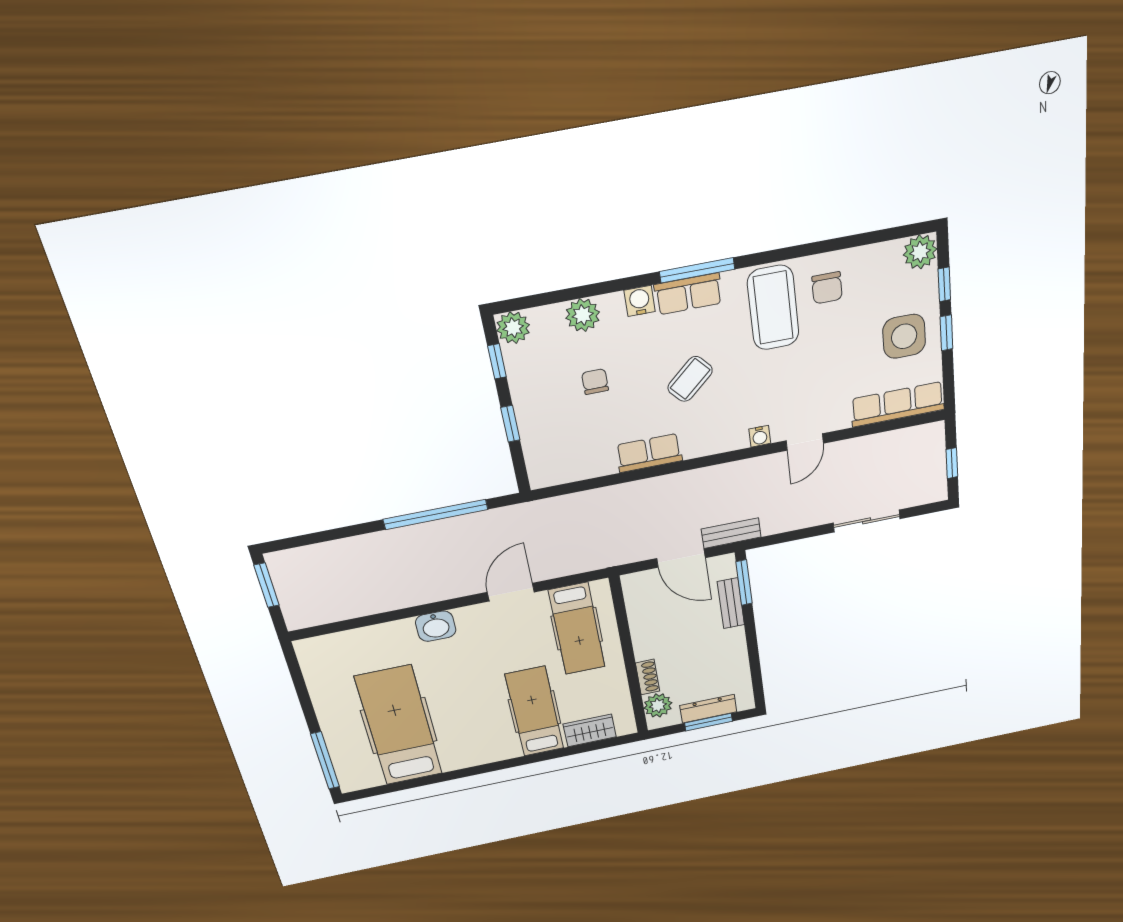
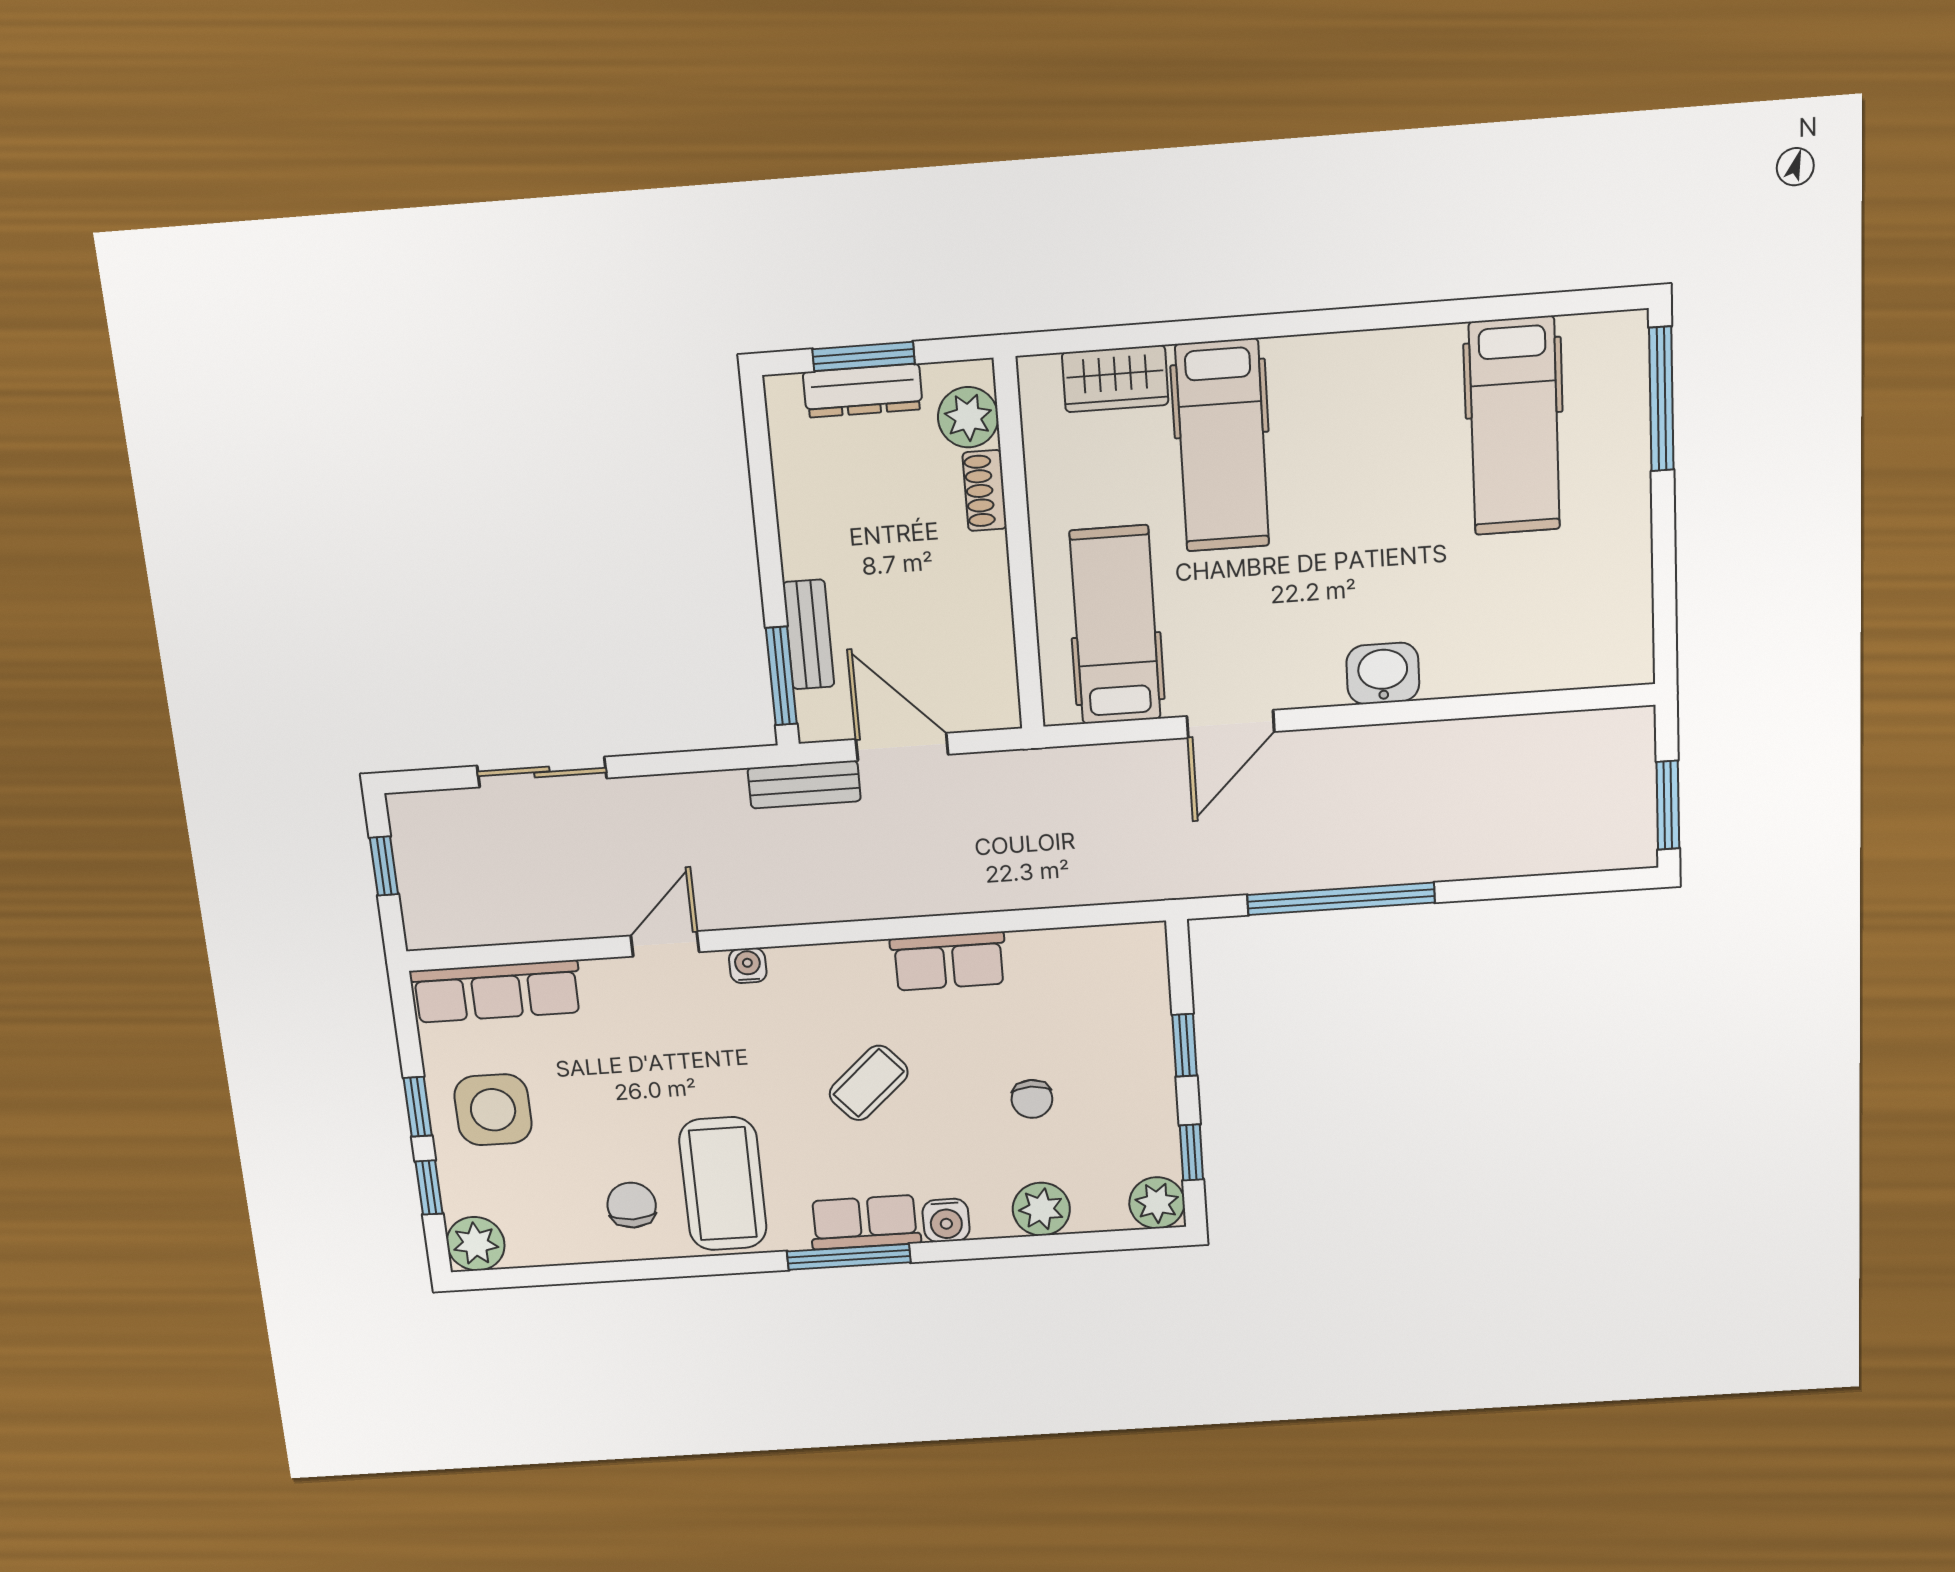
hospital bed: (399, 726) -> (1514, 426), width x0.73, depth x0.78

